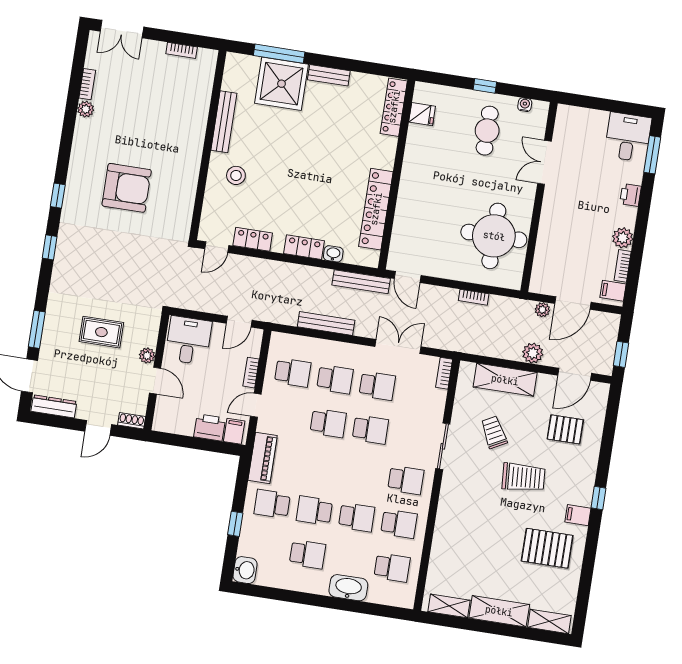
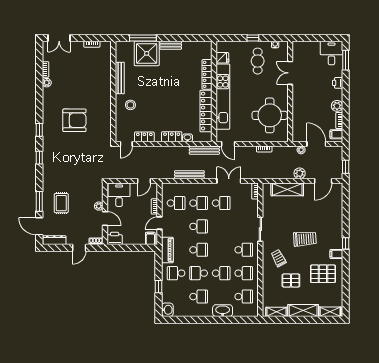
locker: (394, 107) -> (207, 74), moved
kitchen unit: (412, 187) -> (223, 97), added
door: (573, 303) -> (316, 144), swing flipped
rug: (101, 332) -> (61, 203), moved, turned 90
printer: (210, 427) -> (115, 238), moved
pallet: (565, 429) -> (291, 280), moved
school desk: (370, 430) -> (199, 250), moved
trolley: (494, 432) -> (279, 258), moved

